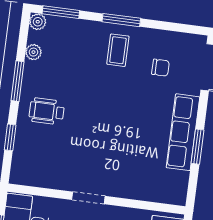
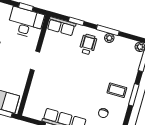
plant: (33, 52) -> (109, 38), moved
row of seats: (22, 162) -> (61, 26), added

